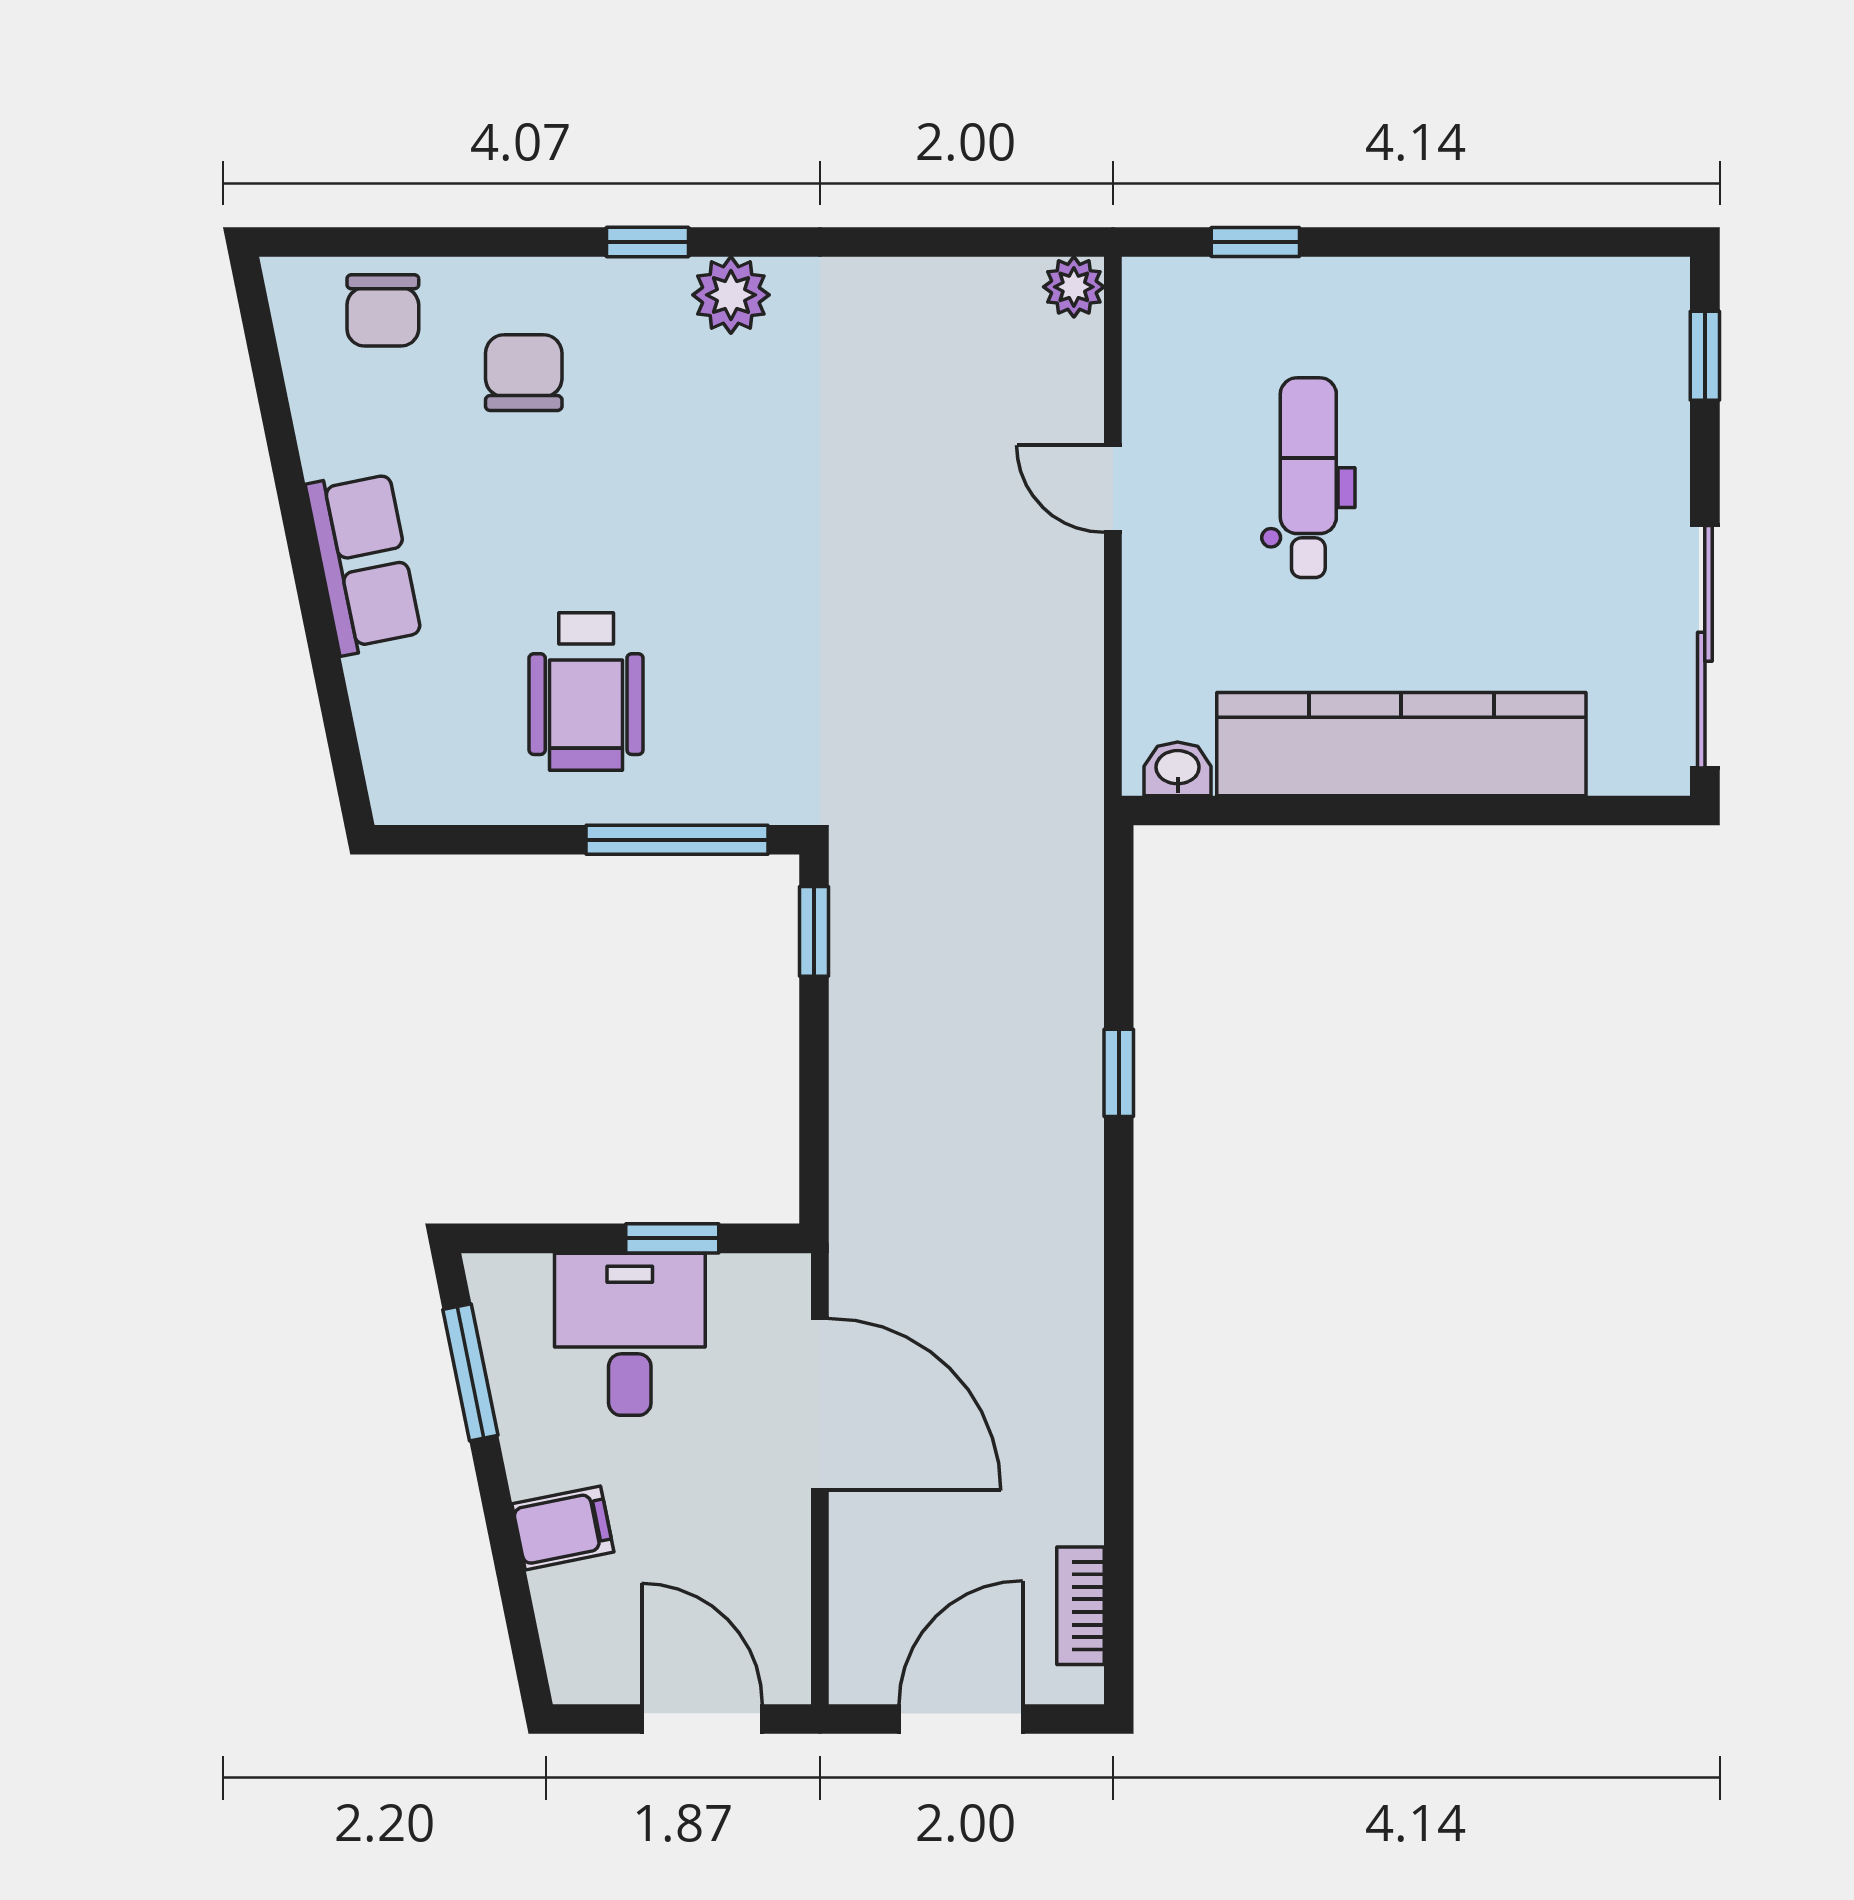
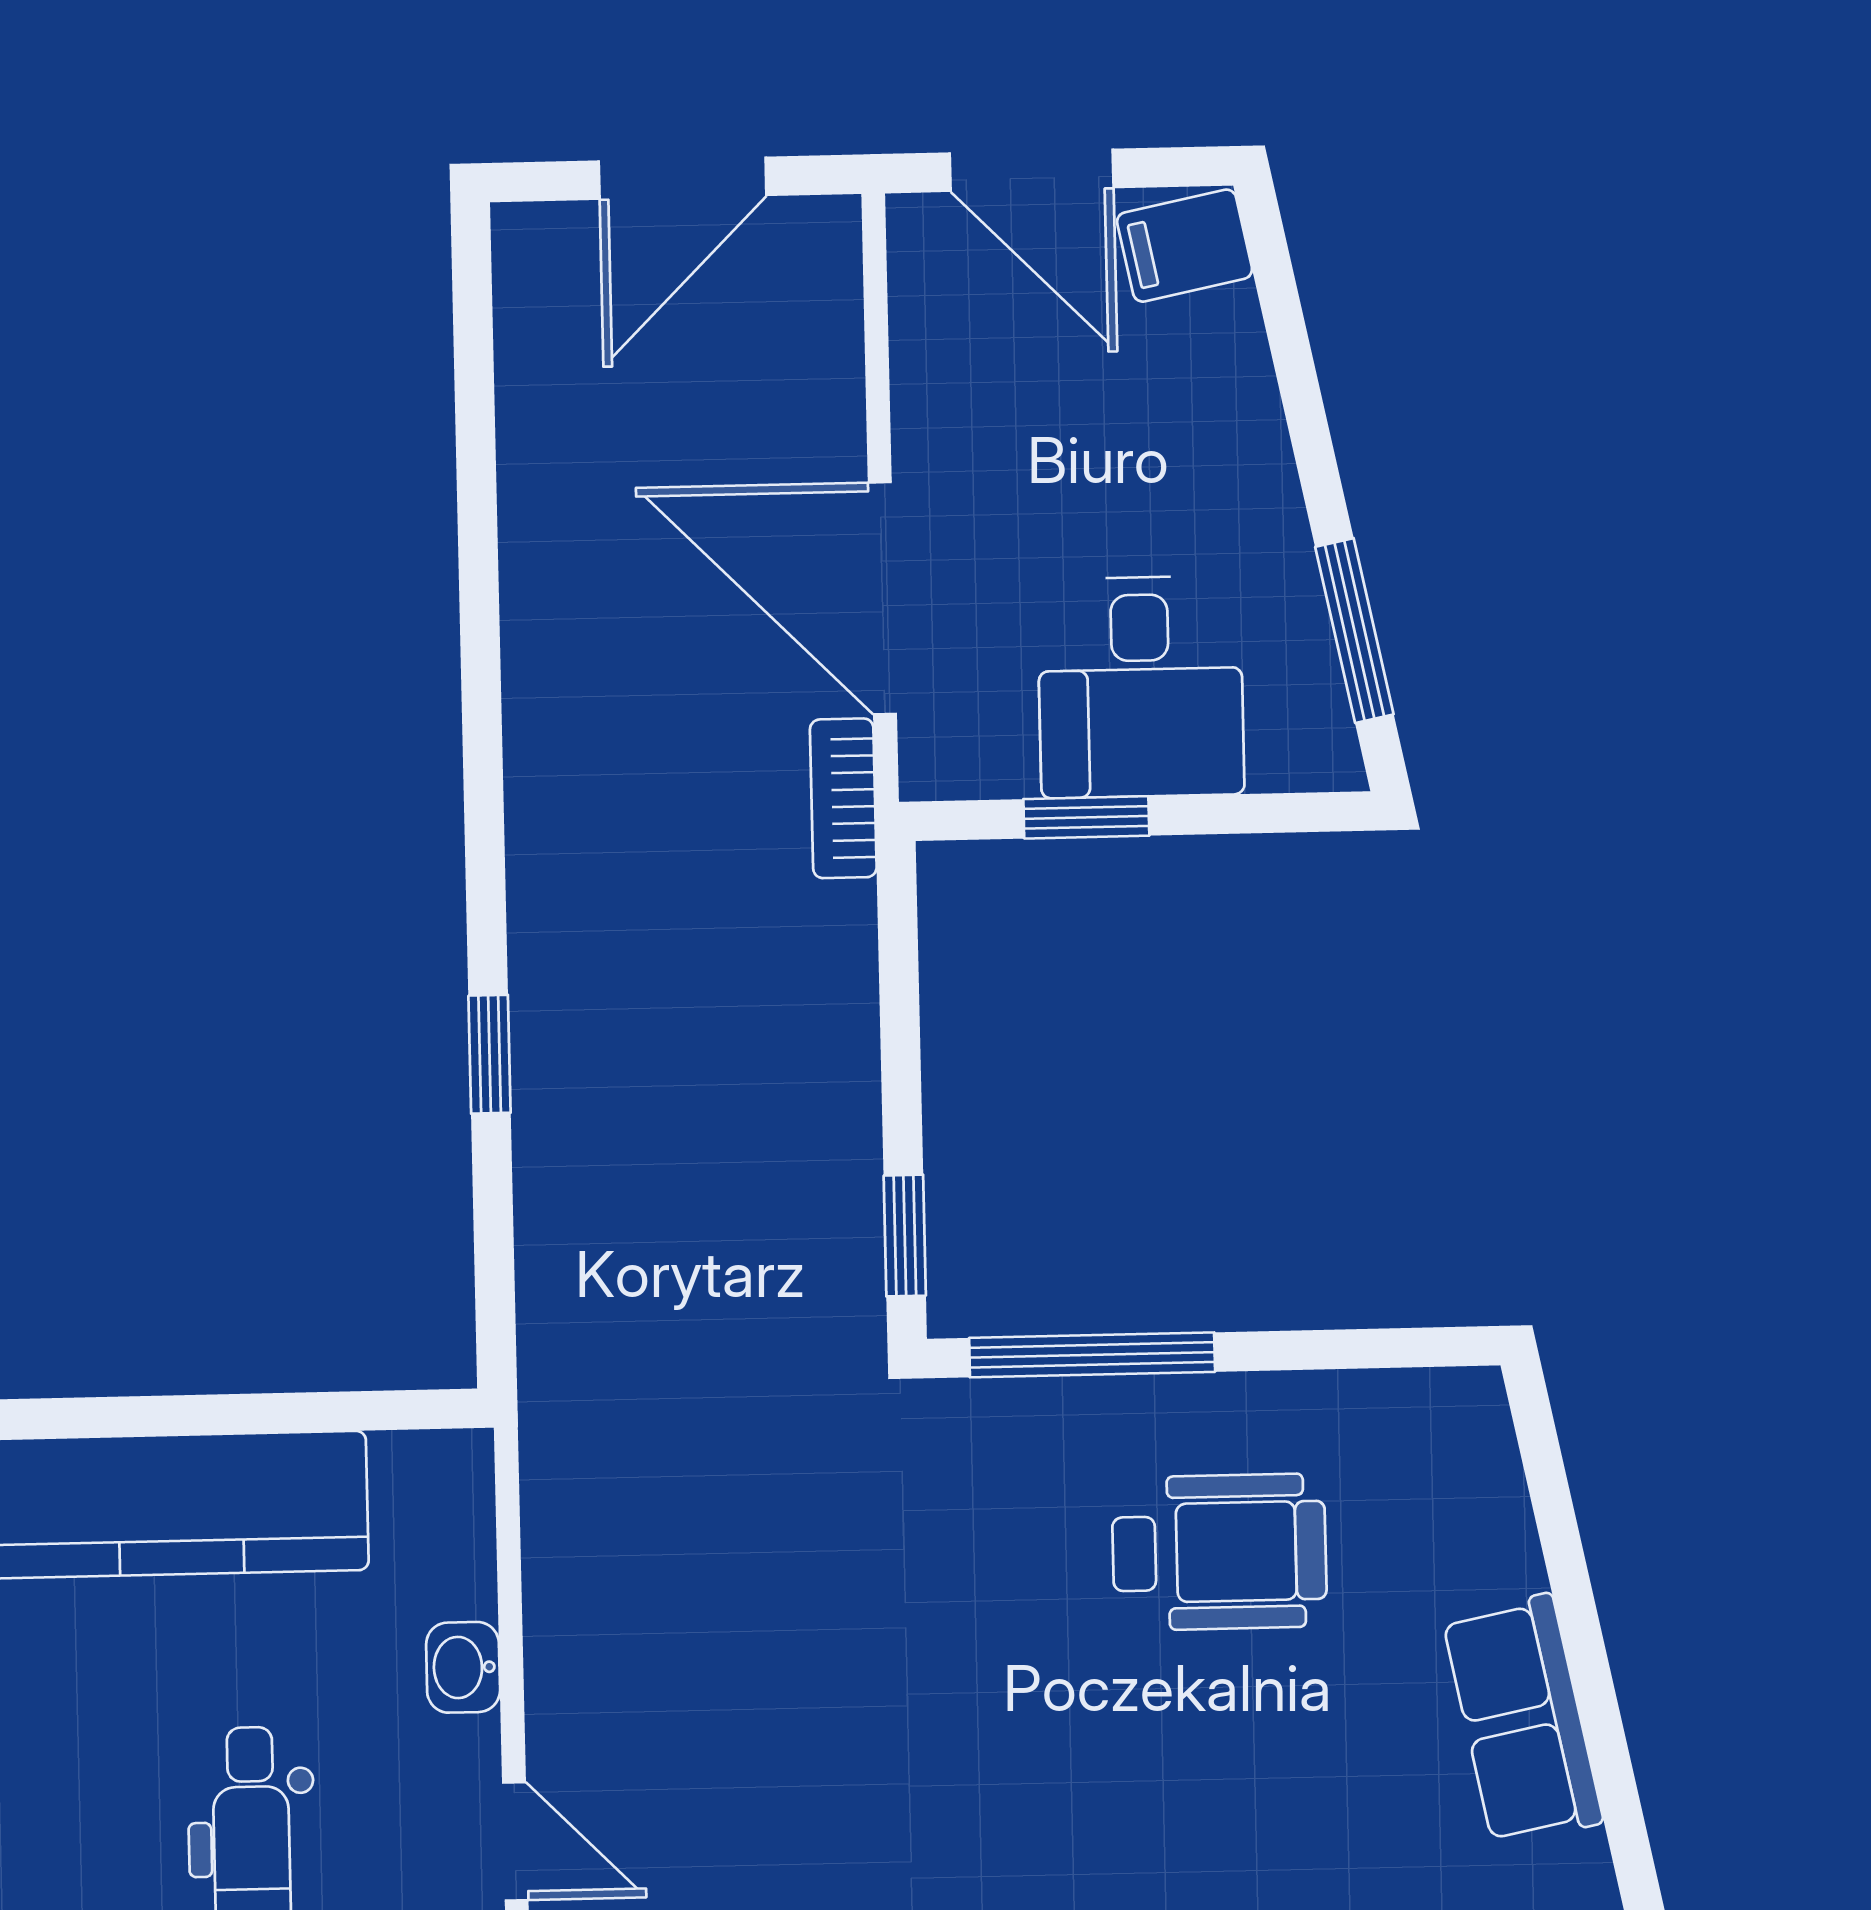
wheelchair: (586, 691) -> (1219, 1552), turned 90
washbasin: (1178, 769) -> (463, 1667), moved, turned 90
filing cabinet: (563, 1528) -> (1185, 246), moved
bookcase: (1081, 1606) -> (843, 798), moved, turned 180

